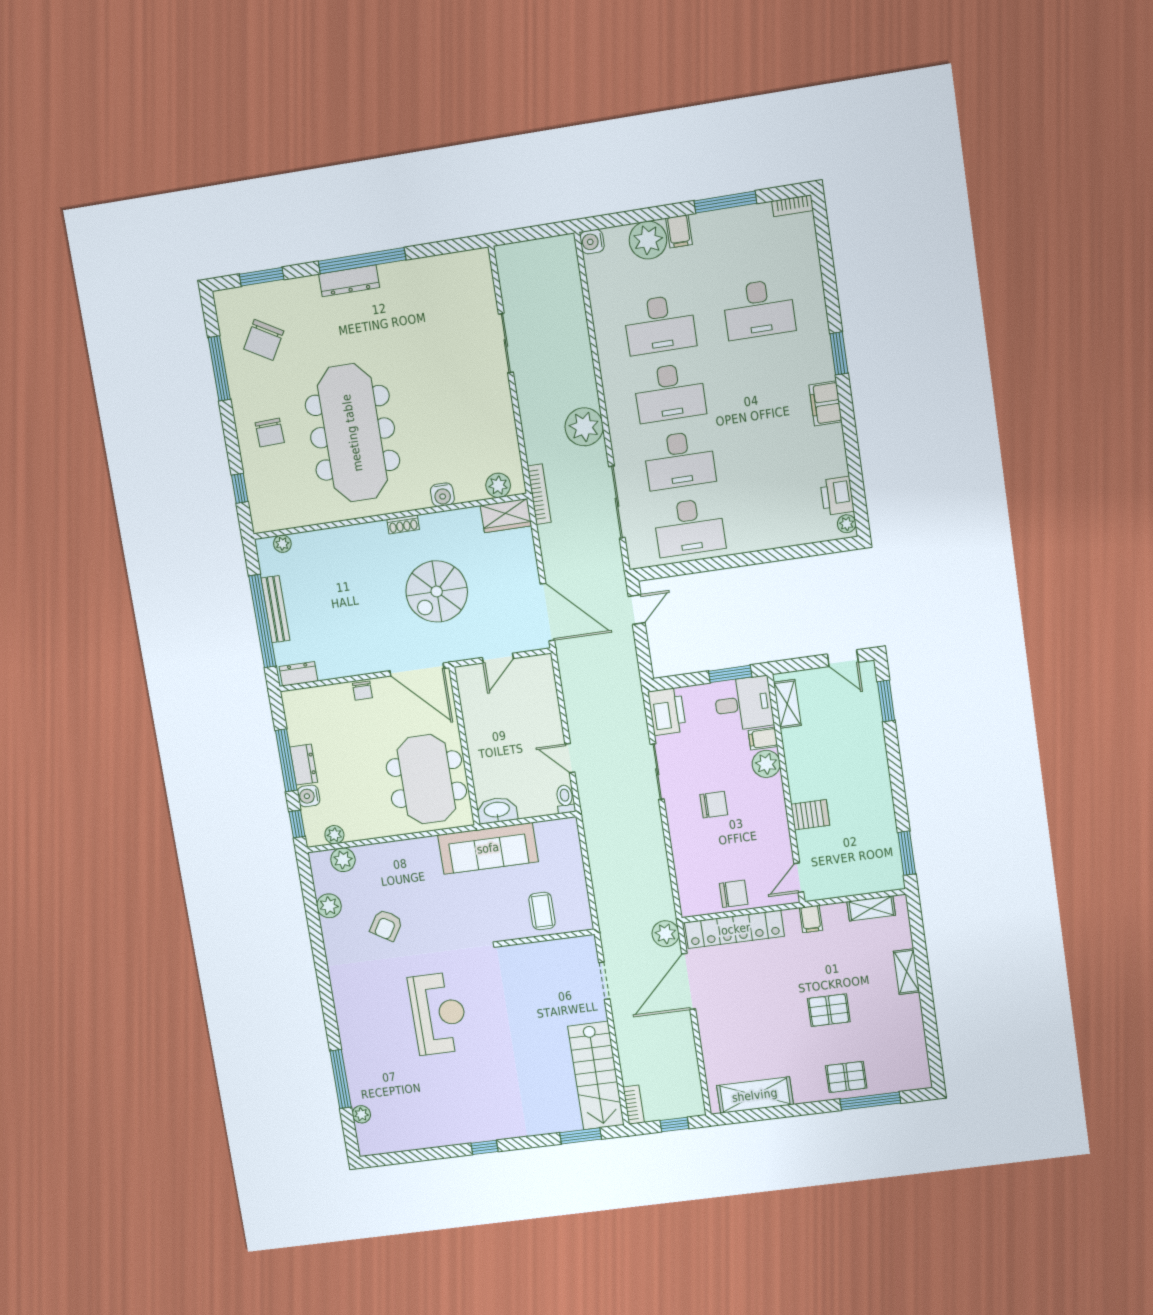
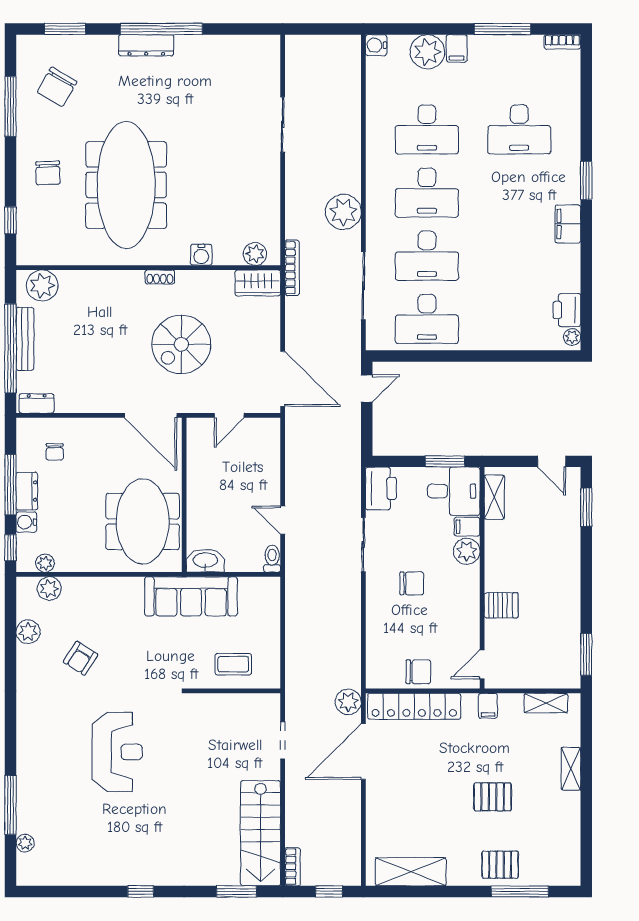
plant: (282, 544) -> (42, 286), width x1.88, depth x1.88
chair: (362, 691) -> (55, 452), moved
coffee table: (542, 911) -> (233, 664), turned 90

